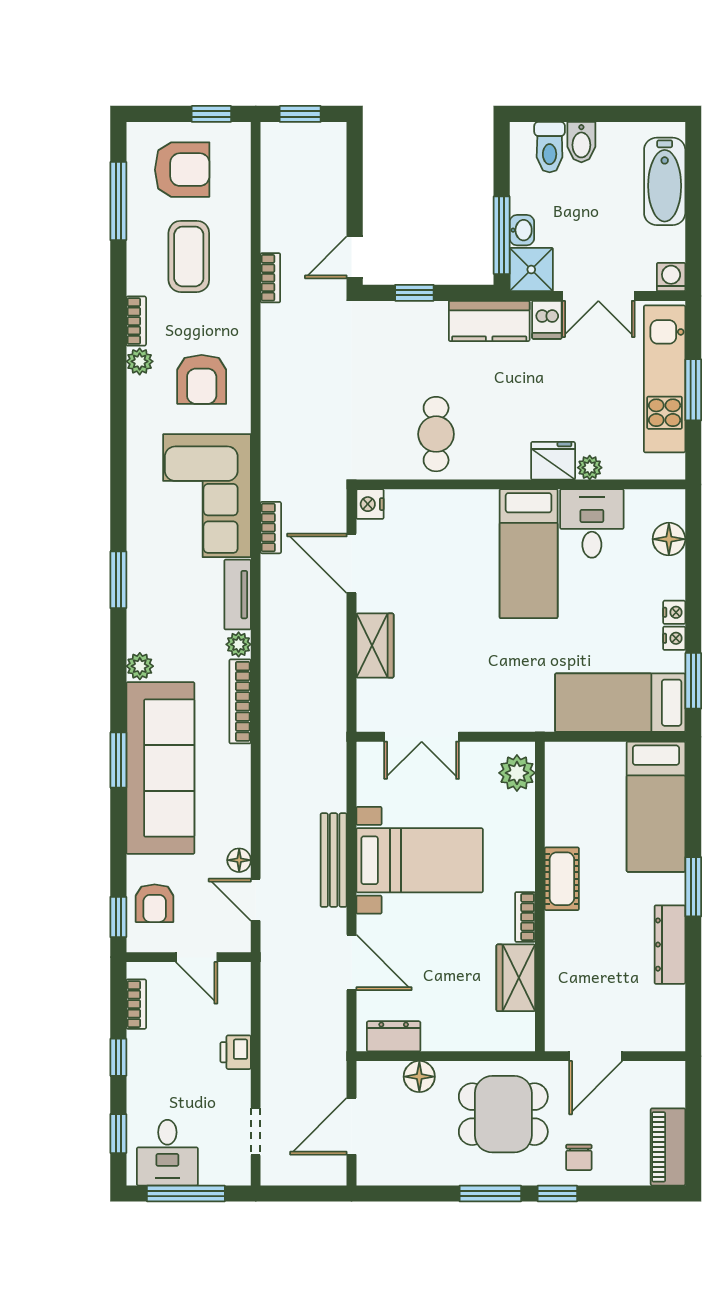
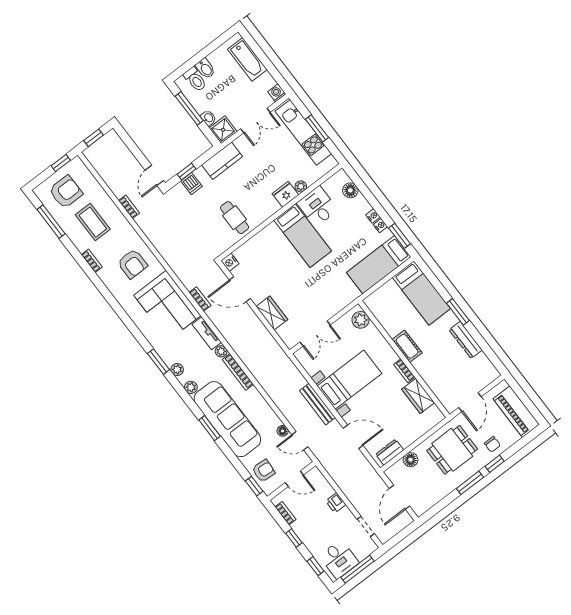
window: (502, 235) -> (189, 108), moved
dishwasher: (547, 320) -> (191, 184), moved
plant: (140, 361) -> (177, 370), moved
armchair: (155, 903) -> (264, 471), turned -85
piano: (668, 1147) -> (516, 412), width x1.37, depth x1.33

